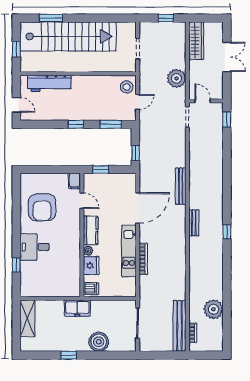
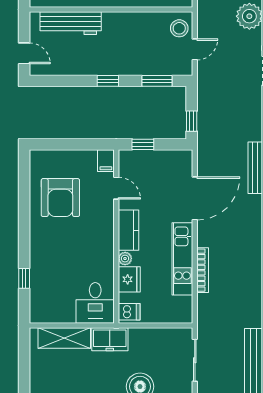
desk: (35, 247) -> (95, 303), moved, turned -90
shelving: (27, 318) -> (64, 338), moved, turned 90

